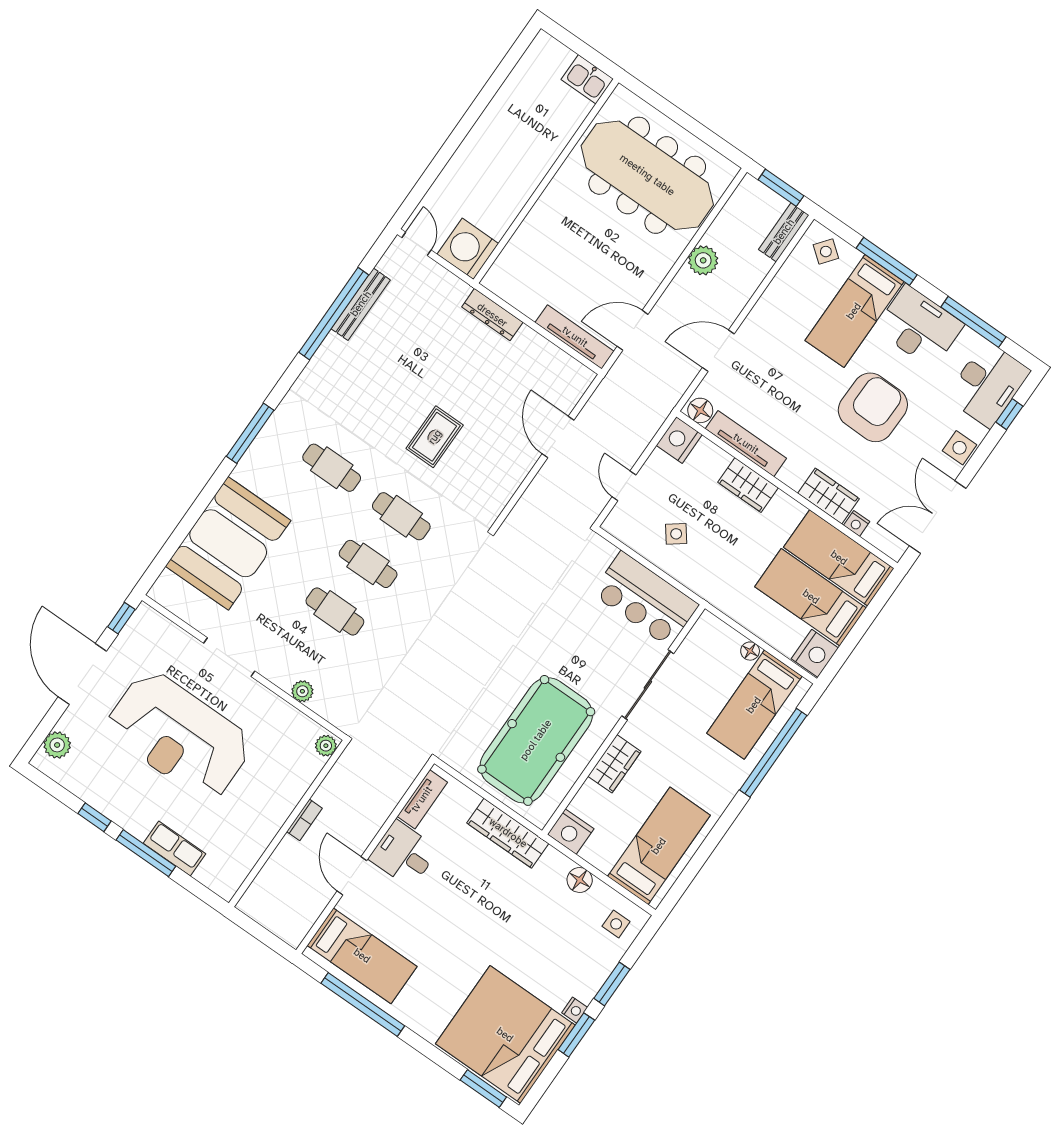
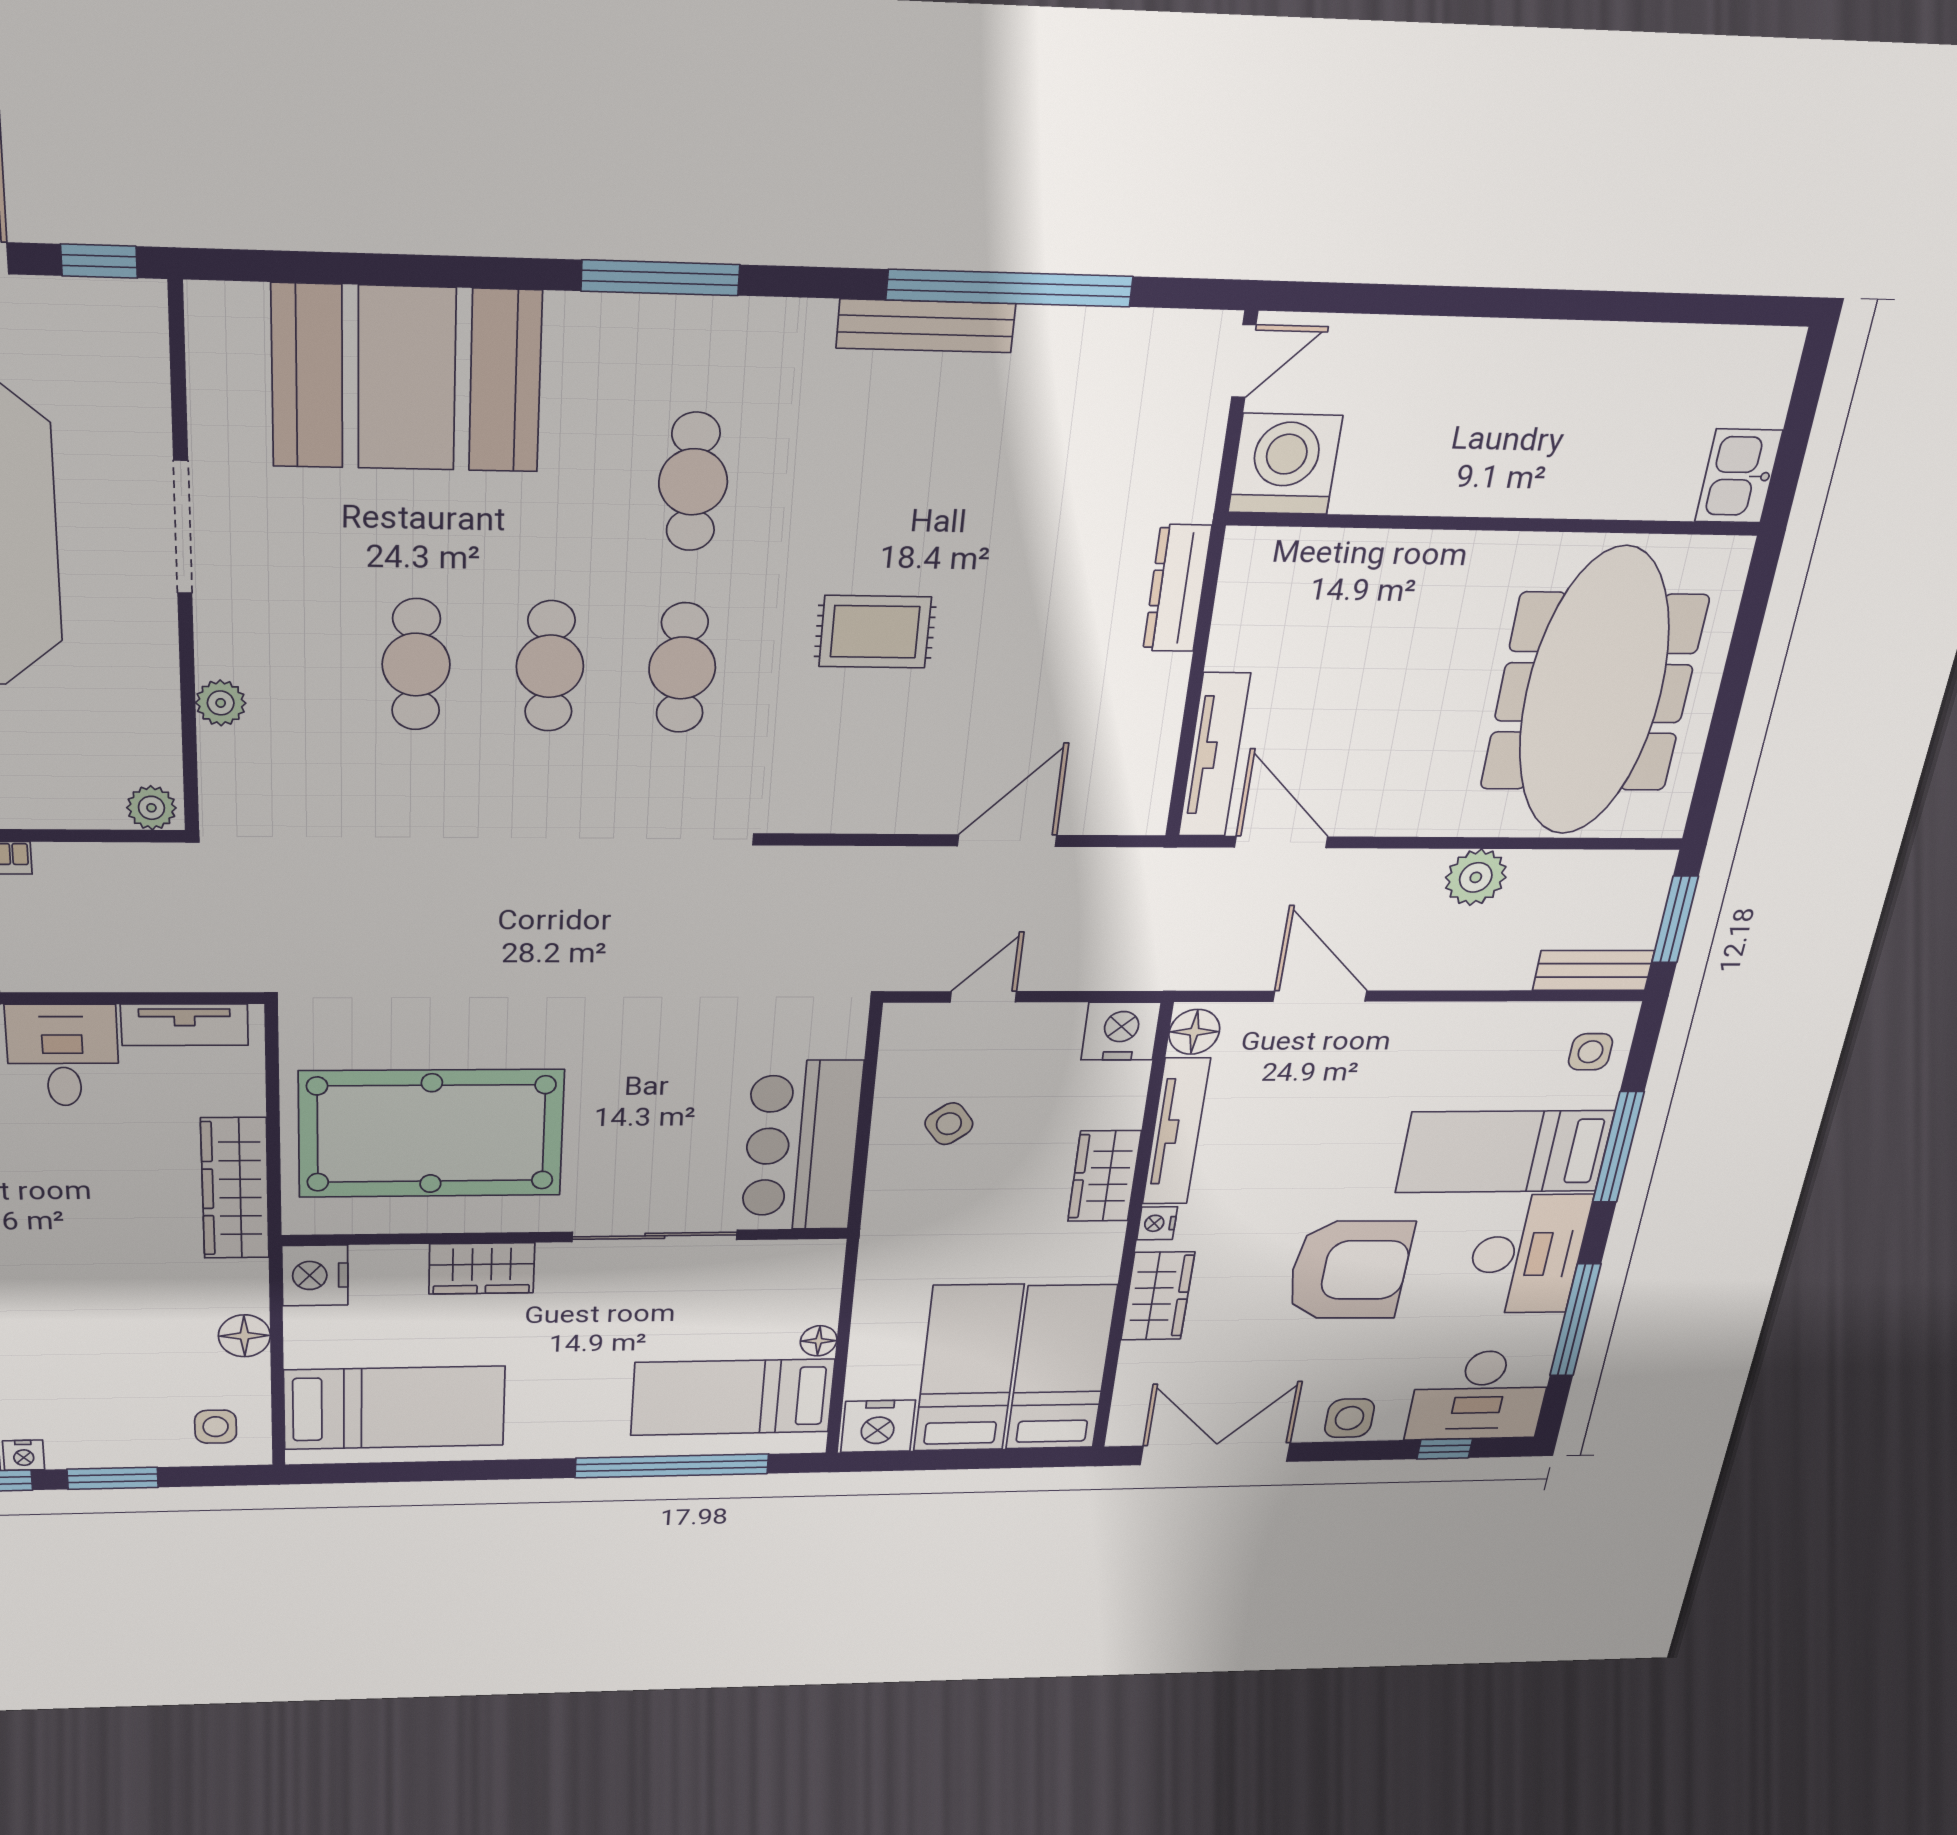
side table: (826, 252) -> (1590, 1052), turned -38
bench: (361, 304) -> (926, 326), moved
nightstand: (857, 523) -> (1157, 1223), moved

